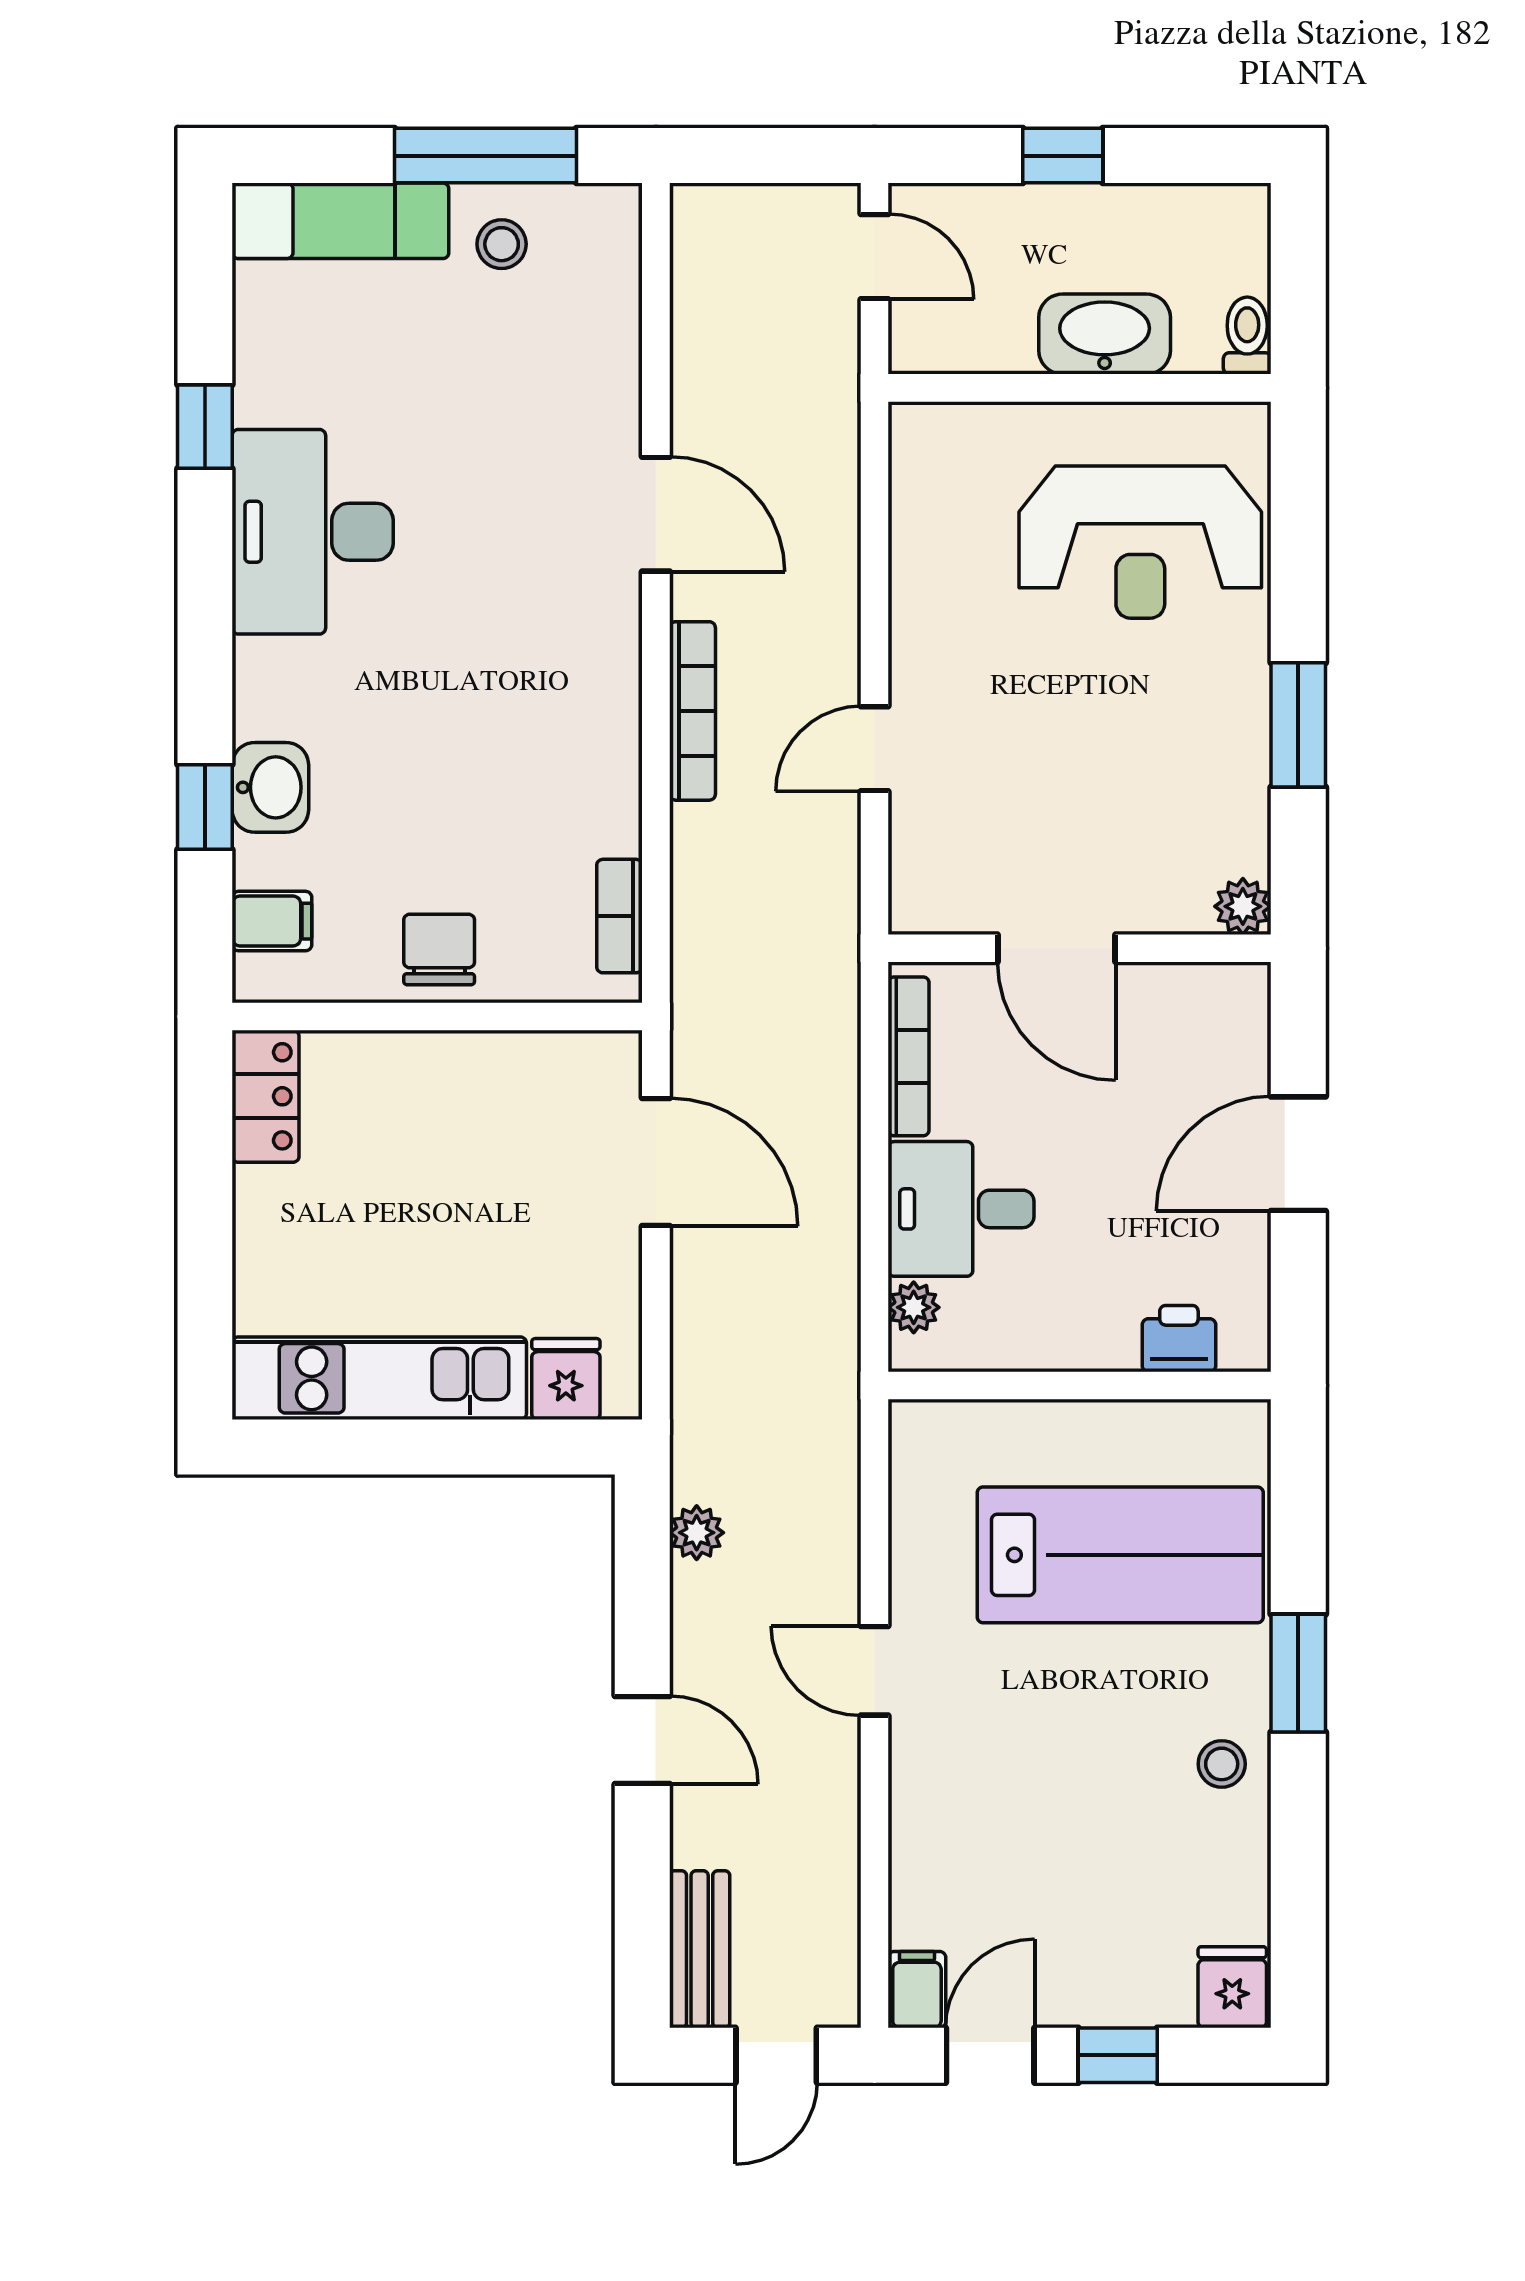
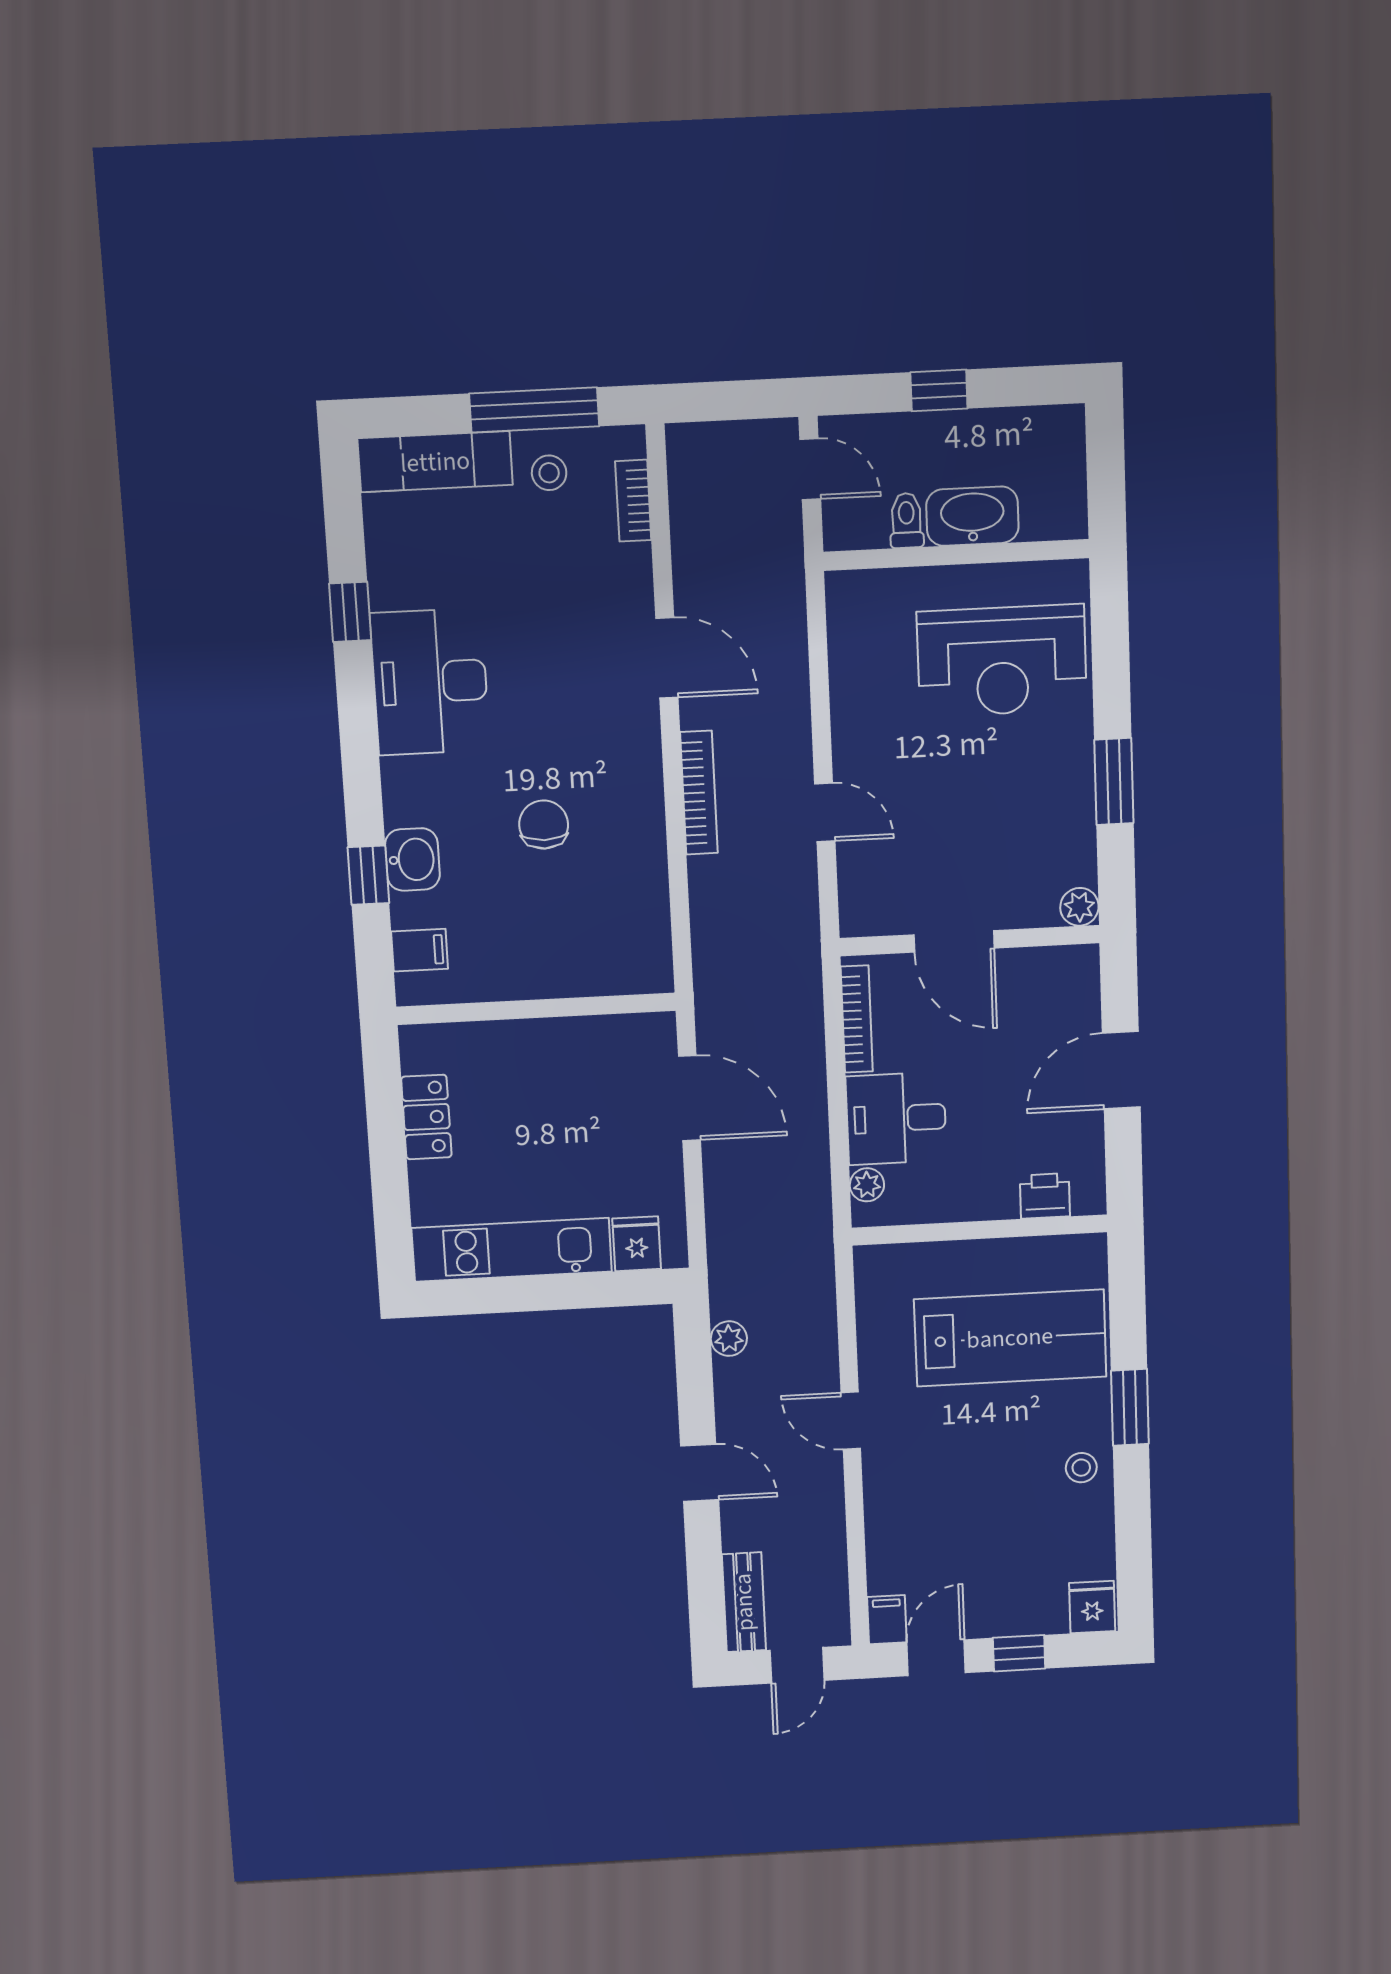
toilet: (1247, 336) -> (906, 520), moved
door: (875, 749) -> (825, 812), swing flipped
bookcase: (619, 916) -> (633, 501), moved
chair: (439, 949) -> (544, 825), moved
locker: (266, 1096) -> (426, 1117), moved

